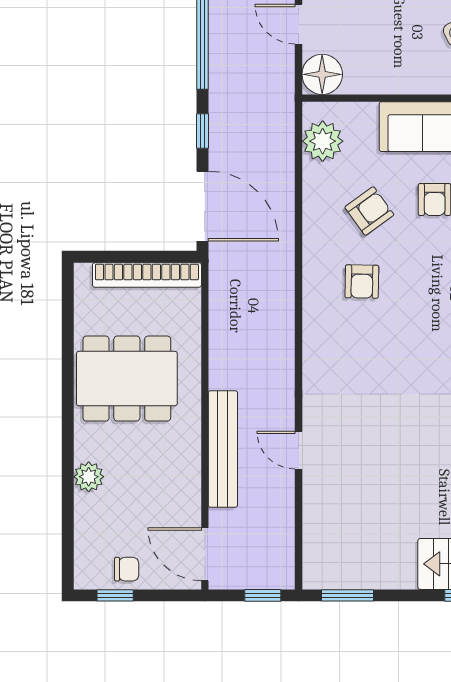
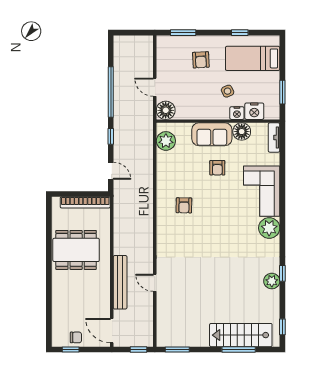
door: (202, 206) -> (111, 171), width x0.53
armchair: (369, 211) -> (187, 173), removed
plant: (89, 477) -> (59, 295), removed

